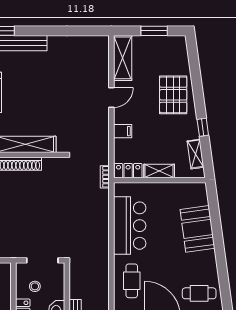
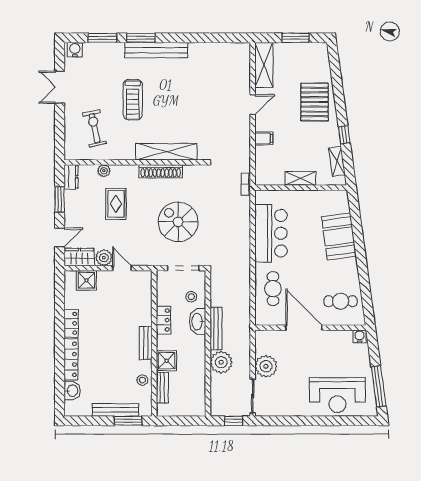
locker: (128, 171) -> (269, 178), removed
spiral stairs: (37, 214) -> (178, 222), added
stool: (35, 286) -> (191, 297), moved

